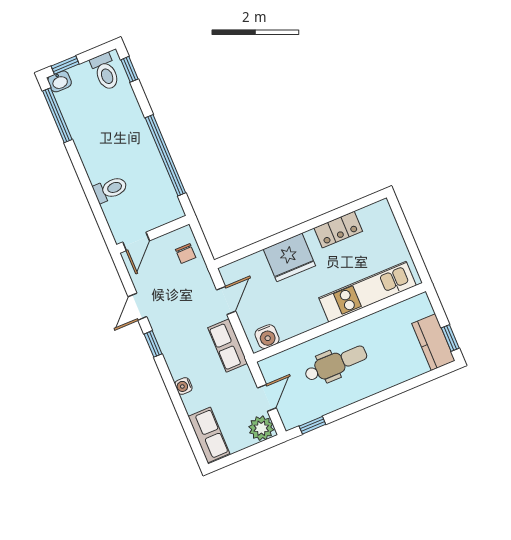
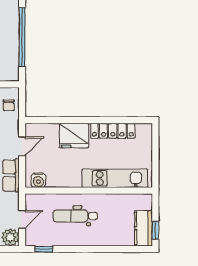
locker: (338, 230) -> (113, 131), width x1.53
dental chair: (336, 364) -> (75, 216), turned 180

